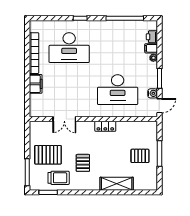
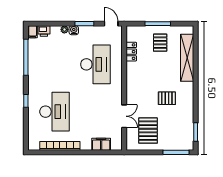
filing cabinet: (151, 48) -> (33, 32), moved
filing cabinet: (36, 84) -> (101, 144), moved
water cooler: (153, 93) -> (74, 30), moved
locker: (105, 126) -> (131, 52), moved
pallet: (48, 155) -> (148, 131), moved
trolley: (59, 178) -> (181, 122), removed
shelving: (117, 184) -> (187, 58), width x1.47

